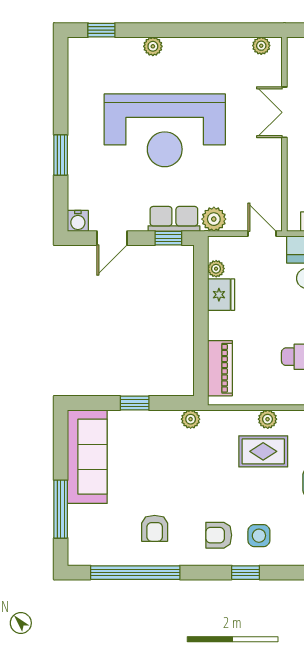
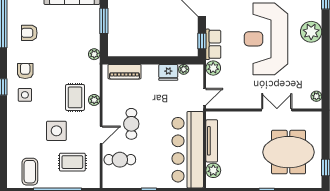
plant: (153, 46) -> (311, 32), width x1.87, depth x1.87
window: (135, 403) -> (104, 21), width x1.50

